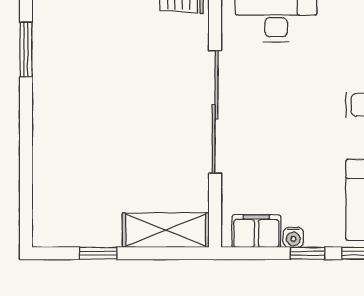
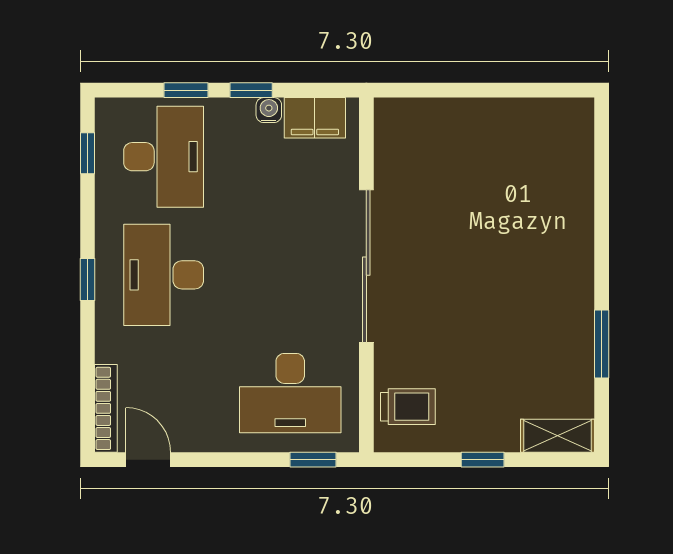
shelving: (166, 230) -> (428, 119), removed
window: (98, 253) -> (512, 90), removed

